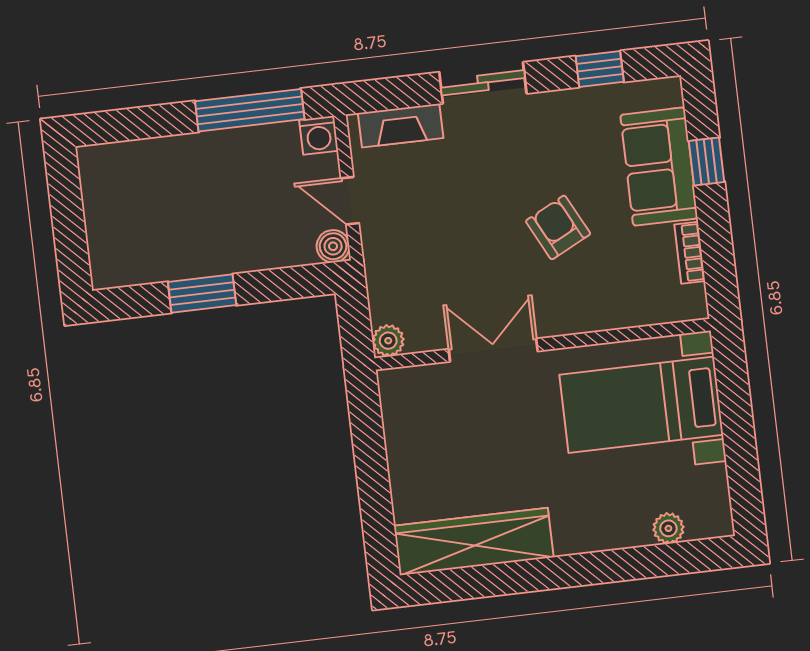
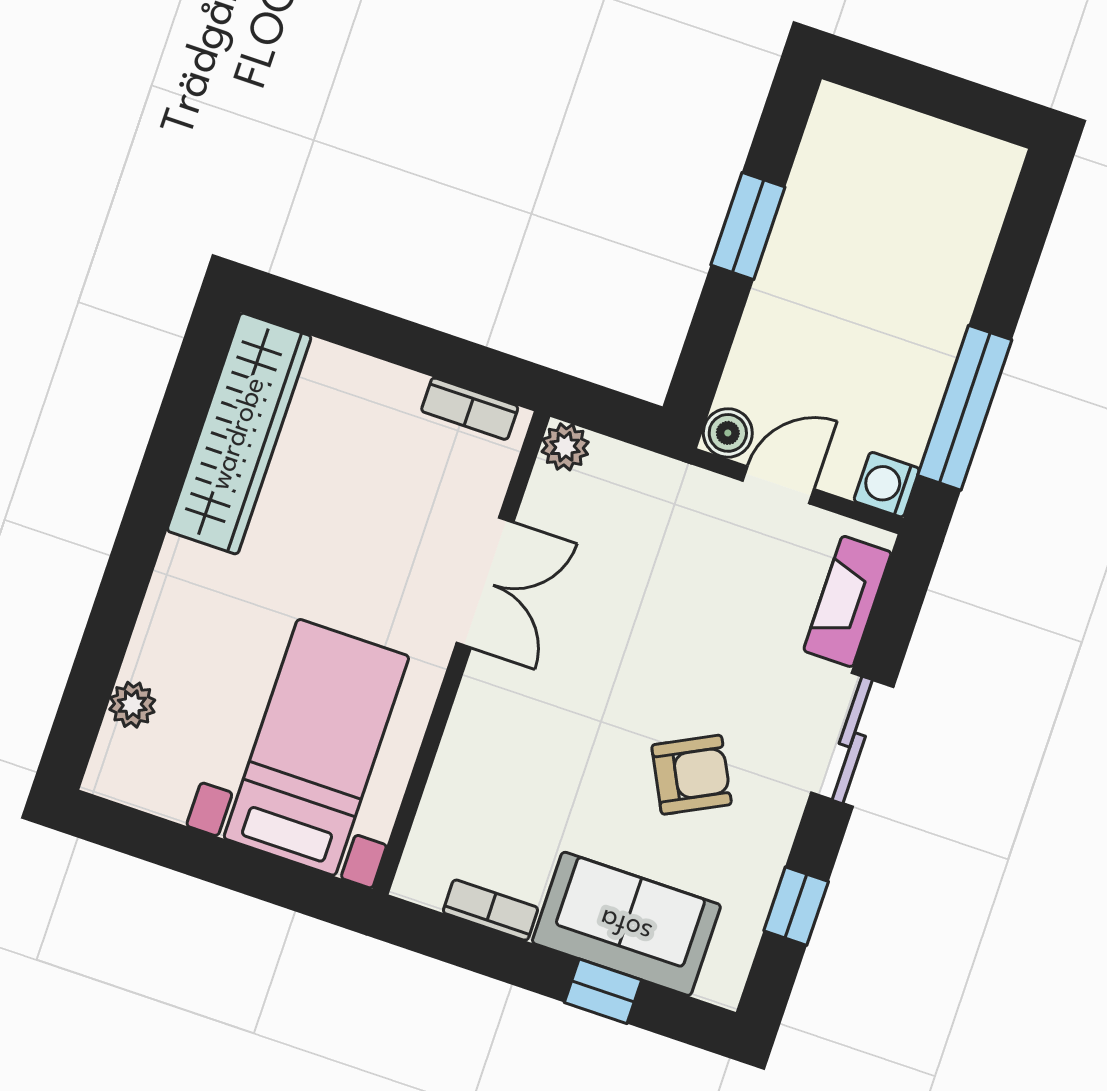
armchair: (558, 227) -> (692, 775), moved
bookcase: (393, 409) -> (470, 409), added

